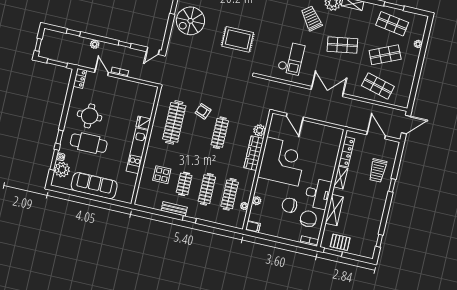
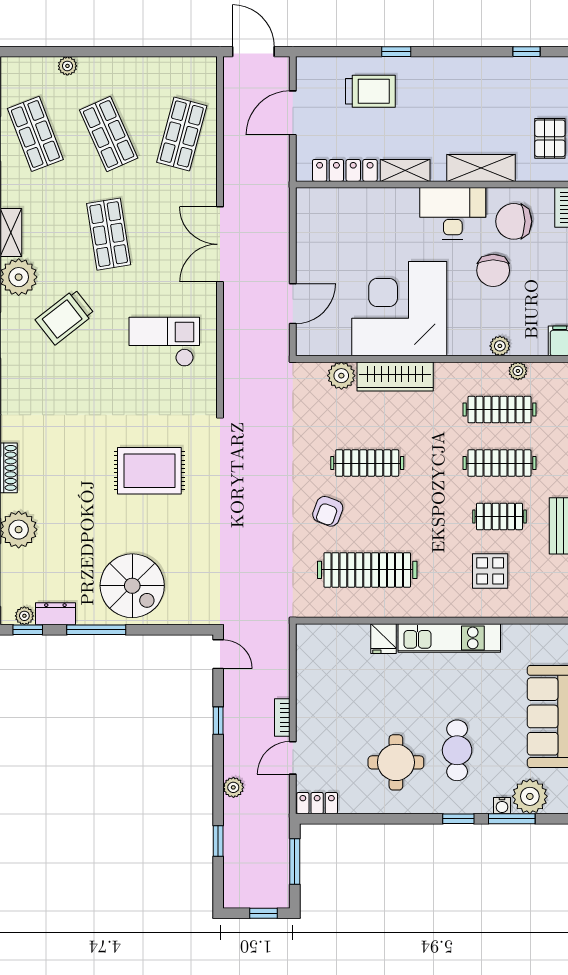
shop shelf: (392, 24) -> (35, 134), turned -30
rug: (238, 39) -> (149, 471), turned 90
cafe table: (89, 143) -> (457, 750), width x0.73, depth x0.74

